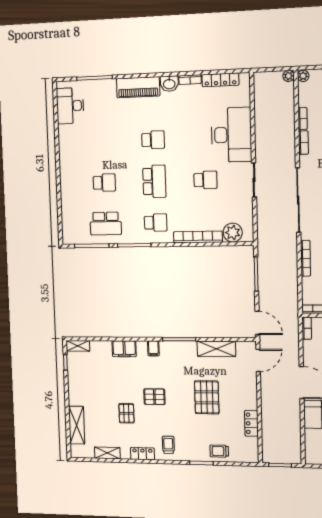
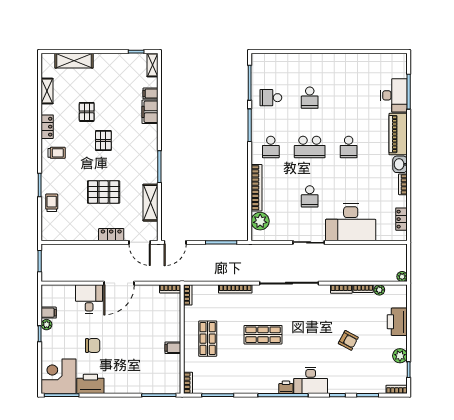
plant: (303, 76) -> (379, 290), moved
locker: (220, 80) -> (401, 219), width x0.66
desk: (70, 106) -> (394, 95), moved, turned 90
school desk: (106, 223) -> (271, 98), width x0.54
filing cabinet: (153, 348) -> (150, 93), moved
pallet: (126, 413) -> (87, 112), turned 90
locker: (251, 423) -> (111, 235), moved

